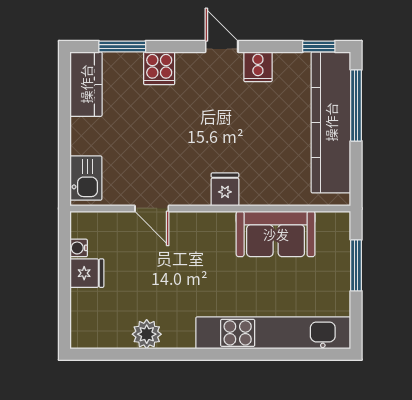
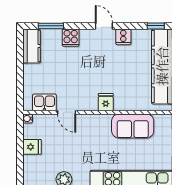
kitchen sink: (86, 178) -> (44, 102), moved, turned -90
water cooler: (79, 248) -> (28, 119), moved

